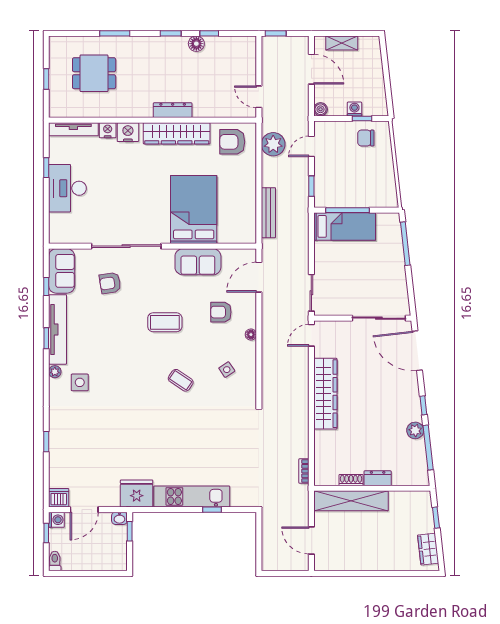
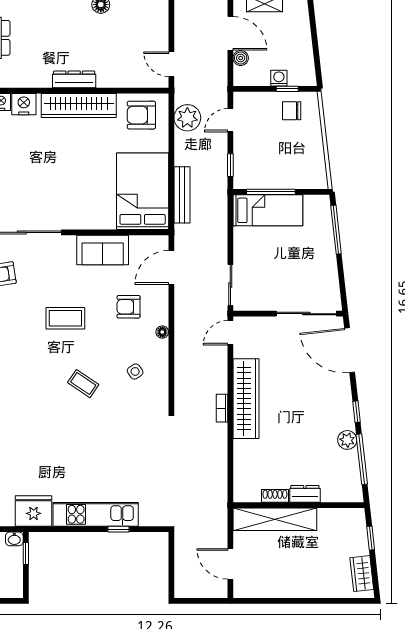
boiler: (321, 109) -> (241, 58), moved
bed: (194, 209) -> (143, 191), moved
bookcase: (304, 471) -> (222, 408), moved

